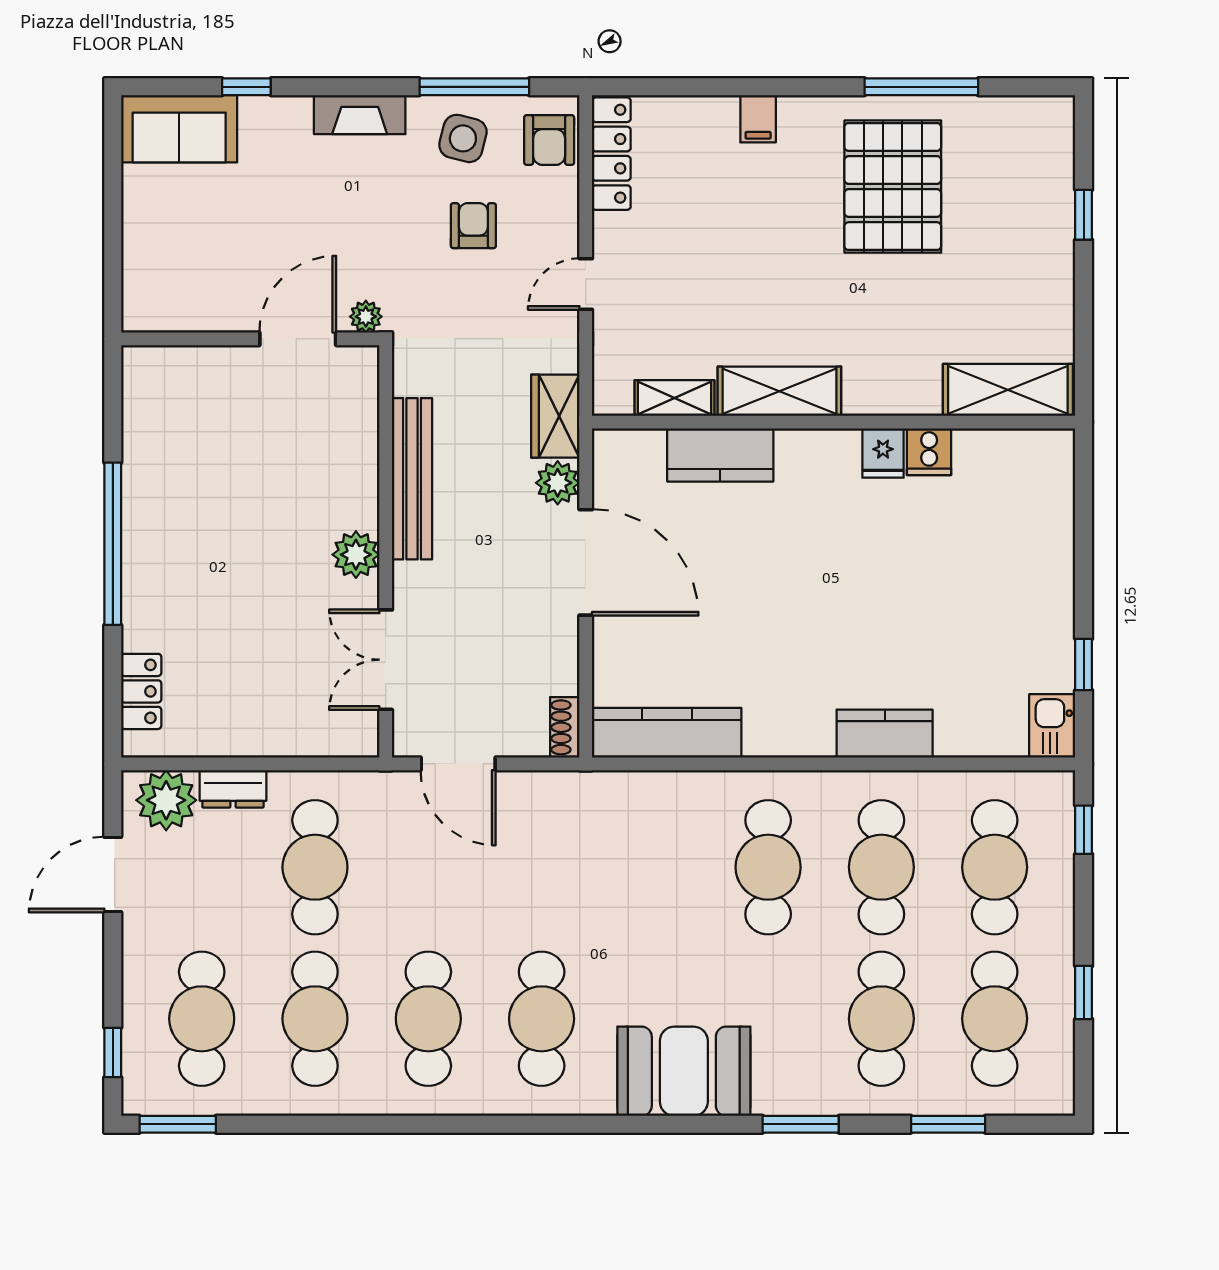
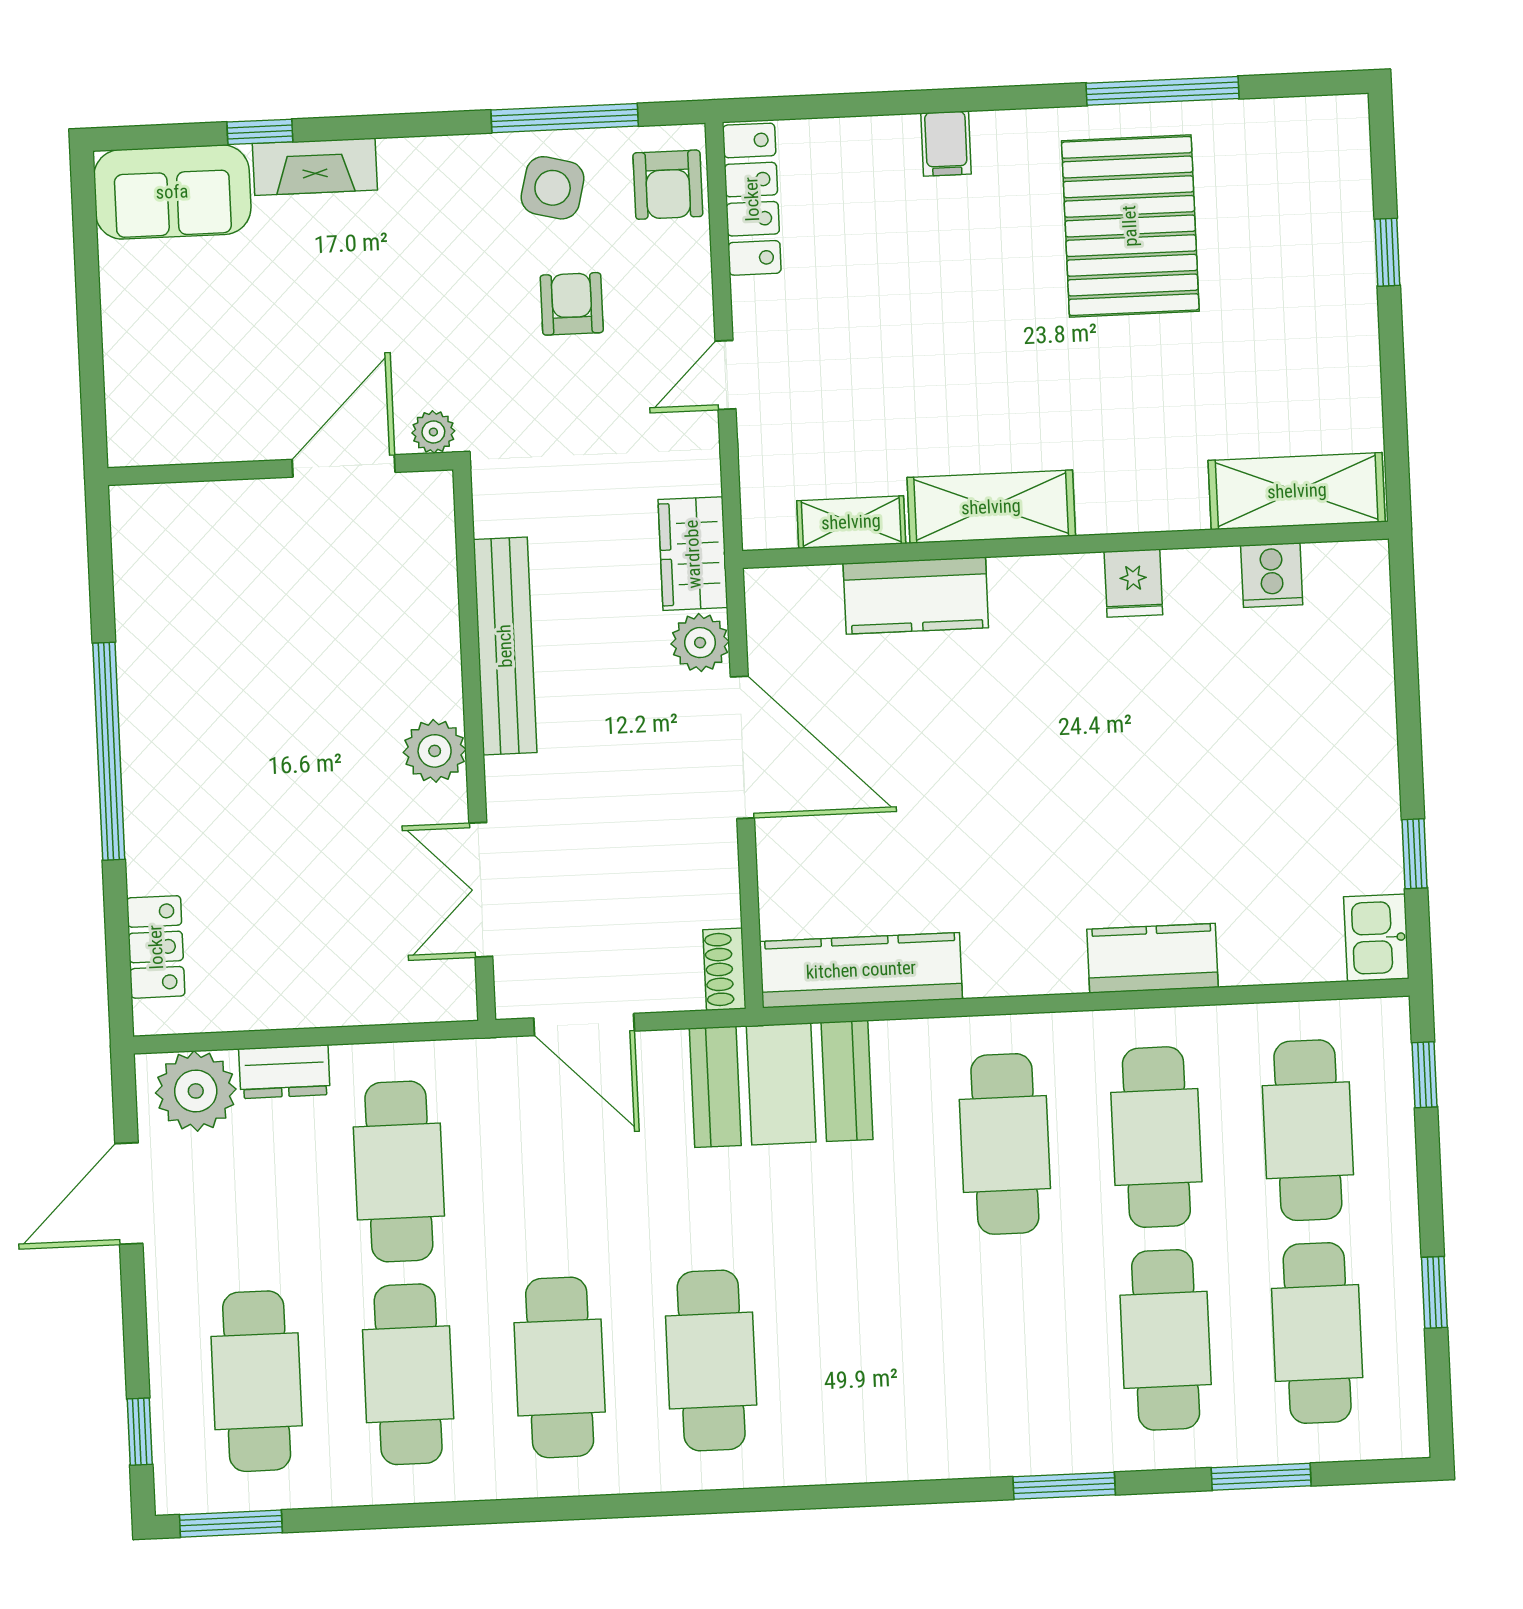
fireplace: (360, 115) -> (315, 167), moved
cooker: (929, 452) -> (1272, 575), moved
booth: (684, 1071) -> (781, 1084), moved

